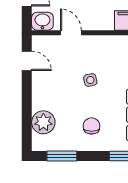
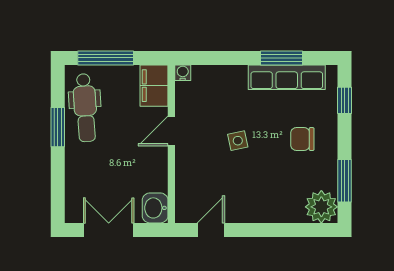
door: (71, 33) -> (171, 131), moved
plant: (43, 122) -> (321, 207), moved

